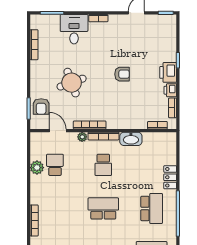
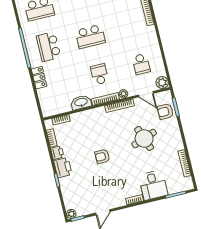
plant: (171, 19) -> (71, 214), added
armchair: (41, 106) -> (165, 111), turned -90
plant: (37, 168) -> (162, 83), moved

